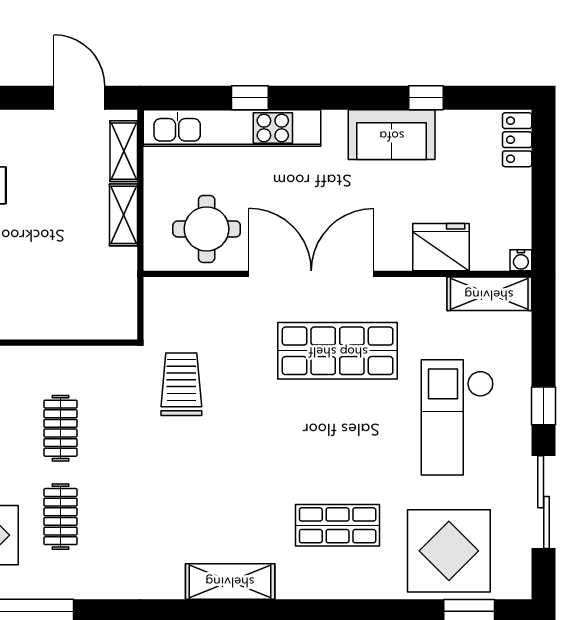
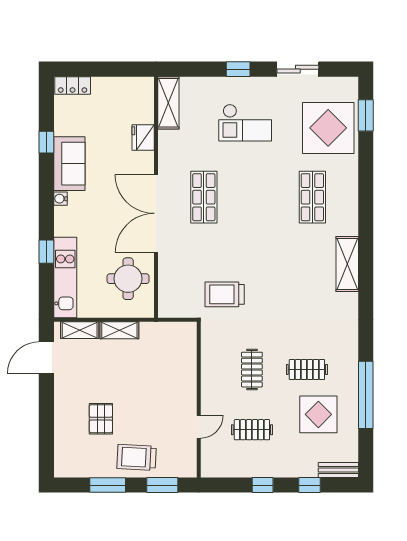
kitchen unit: (232, 128) -> (65, 278), width x0.73
fridge: (441, 247) -> (143, 137), width x0.73, depth x0.75
water cooler: (521, 260) -> (60, 199), moved, turned 180
shop shelf: (338, 351) -> (204, 197), width x0.70, depth x0.74
checkout: (457, 417) -> (245, 123), width x0.73, depth x0.83
clothes rail: (61, 428) -> (252, 370), turned 90
sliding door: (544, 502) -> (298, 69), width x0.73

